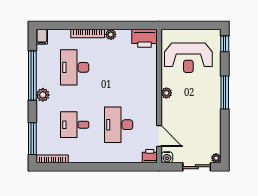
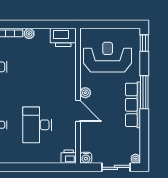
reception desk: (188, 58) -> (108, 57), turned 180
row of seats: (214, 105) -> (133, 105), added
door: (159, 136) -> (78, 111), moved

